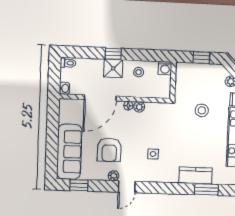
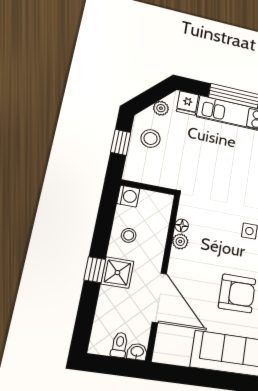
toilet: (68, 63) -> (119, 345), moved
floor lamp: (128, 106) -> (182, 226), moved
stool: (202, 110) -> (151, 139), moved

